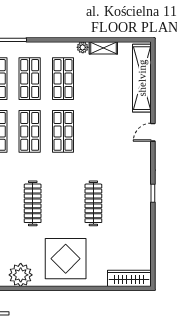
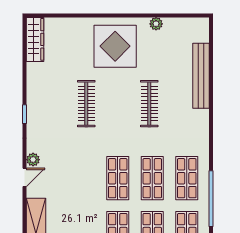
plant: (145, 149) -> (33, 160), added
plant: (21, 275) -> (156, 24), width x0.53, depth x0.53
wardrobe: (129, 278) -> (35, 39), moved, turned -90

